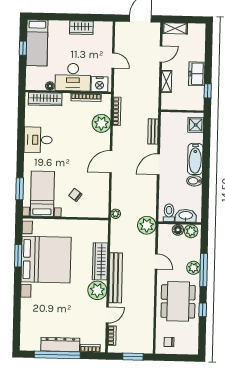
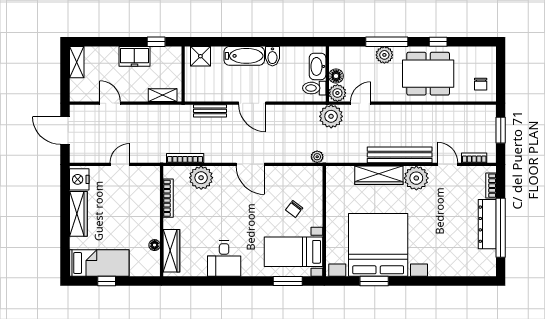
wardrobe: (81, 28) -> (78, 214), width x1.50
shelving: (175, 28) -> (77, 62), moved
desk: (73, 77) -> (142, 216), removed
shelving: (166, 81) -> (163, 95), moved
nightstand: (100, 84) -> (79, 179), moved, turned 180
plant: (191, 231) -> (337, 93), moved
door: (156, 262) -> (361, 103), moved

